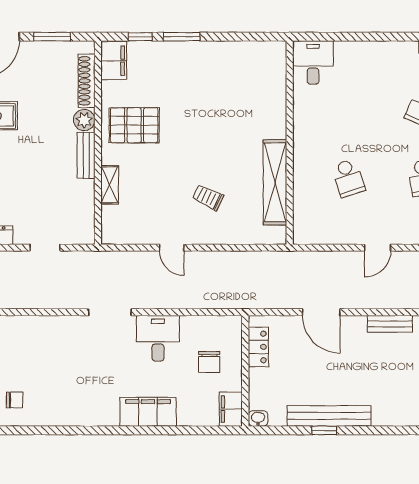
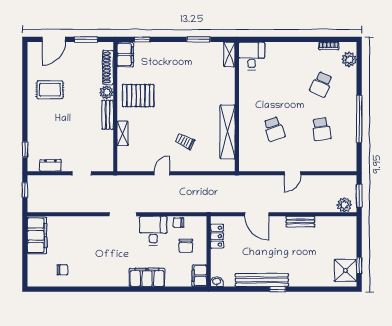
window: (182, 37) -> (198, 39), moved
shelving: (278, 60) -> (229, 54), added
door: (172, 248) -> (162, 173), swing flipped
chair: (198, 325) -> (178, 223), added
window: (324, 430) -> (278, 289), moved

